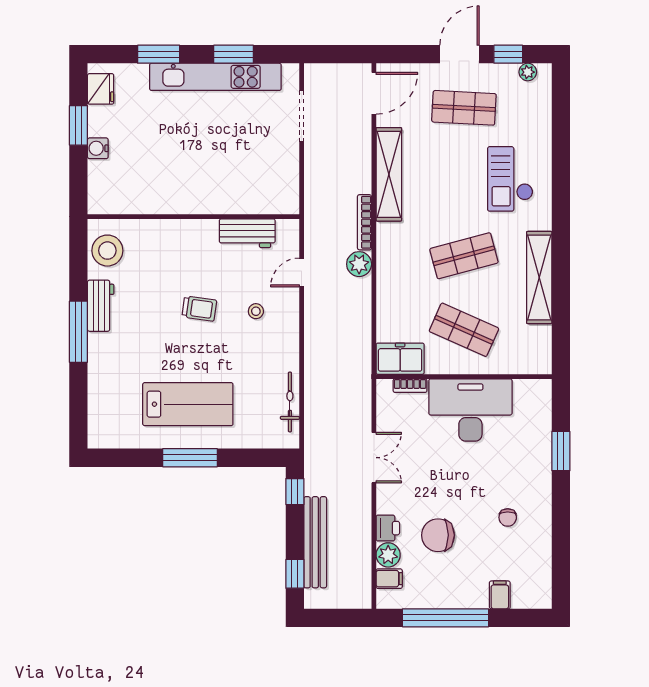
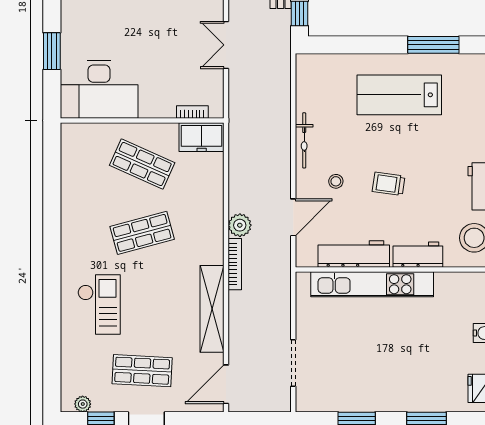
kitchen unit: (215, 77) -> (372, 284), moved, turned 180
workbench: (168, 232) -> (418, 255), added
workbench: (247, 233) -> (354, 254), width x1.38
door: (302, 272) -> (293, 217), width x1.38
shelving: (539, 278) -> (72, 213), removed
bicycle: (290, 402) -> (304, 140), moved
desk: (470, 410) -> (99, 89), moved
window: (190, 458) -> (433, 45), moved

